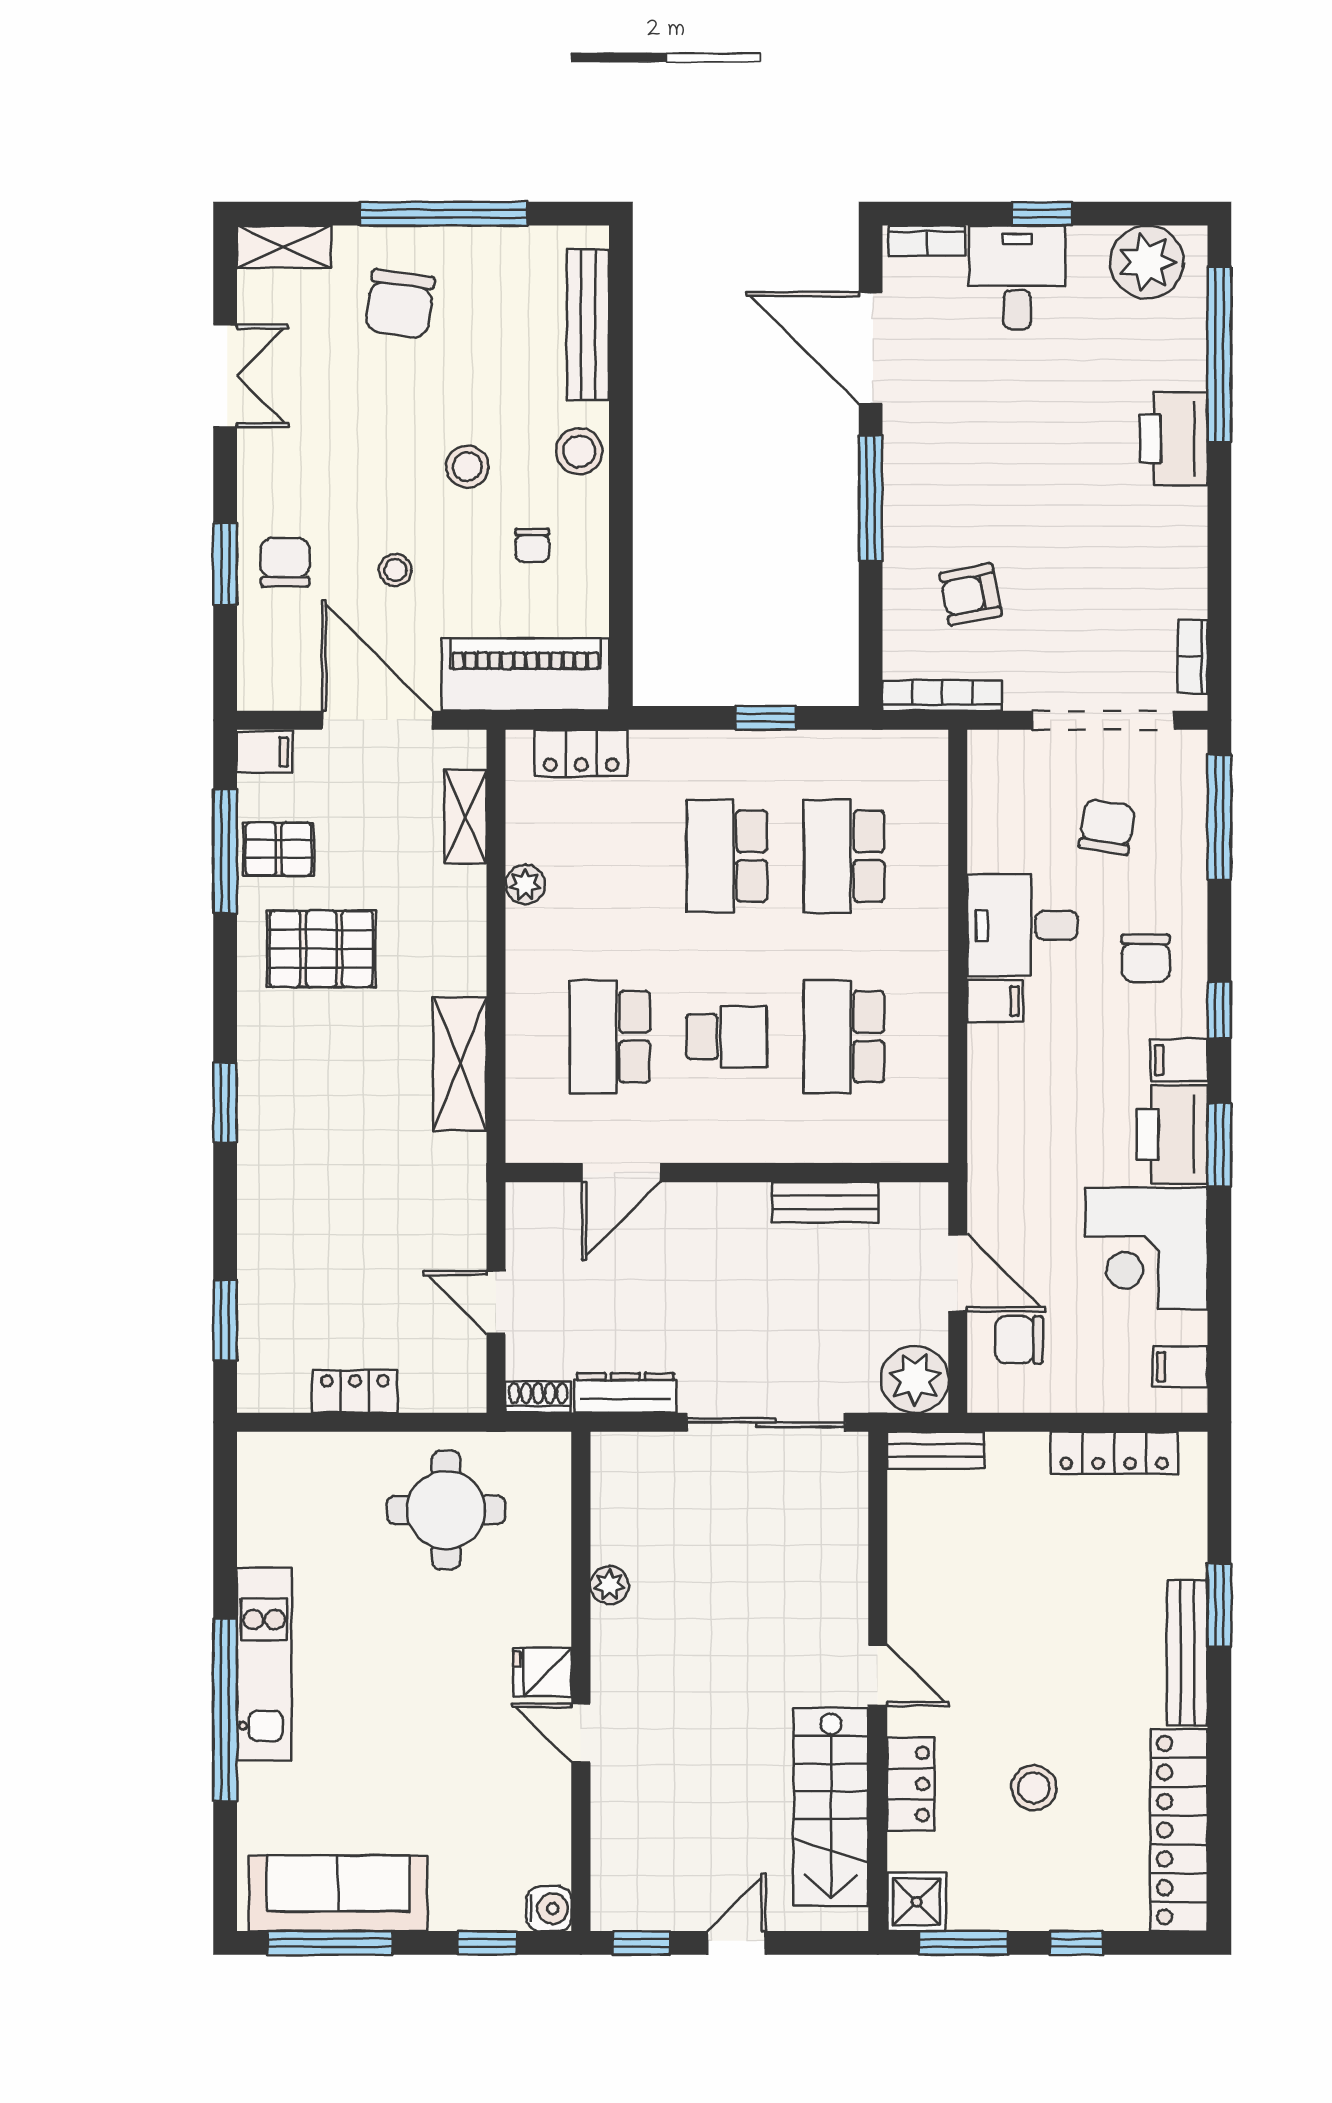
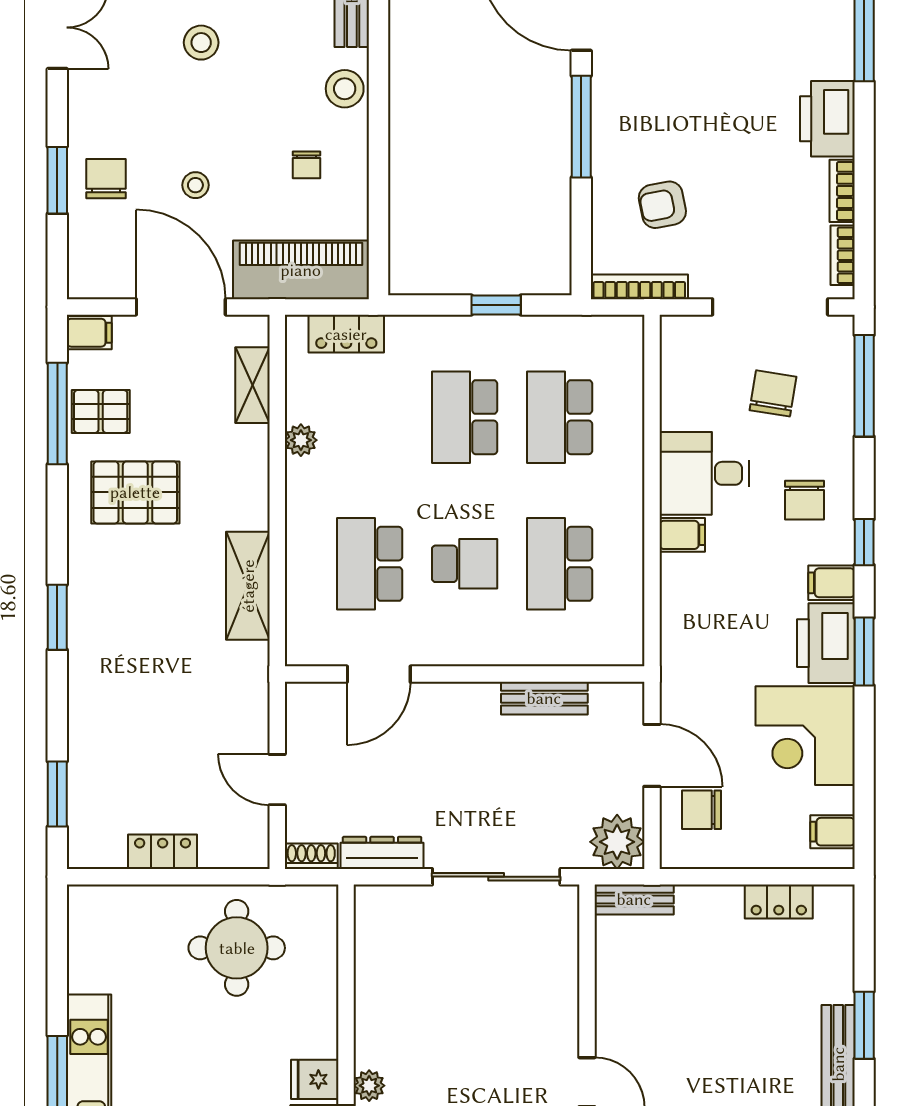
printer: (1174, 439) -> (827, 119), moved
stool: (467, 467) -> (201, 43), moved
bookcase: (1192, 577) -> (842, 191), added
locker: (1114, 1453) -> (779, 902), width x0.66
plant: (609, 1585) -> (369, 1086), moved

